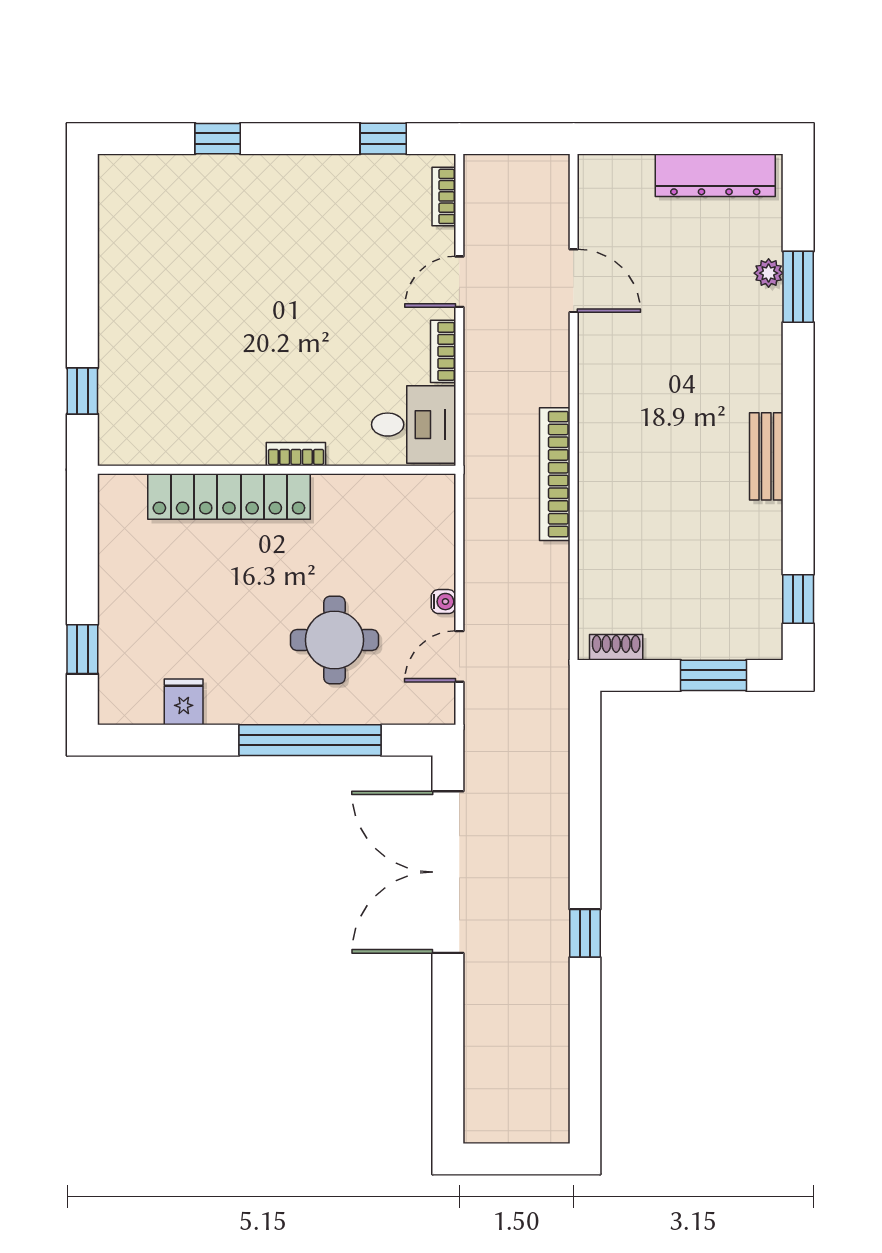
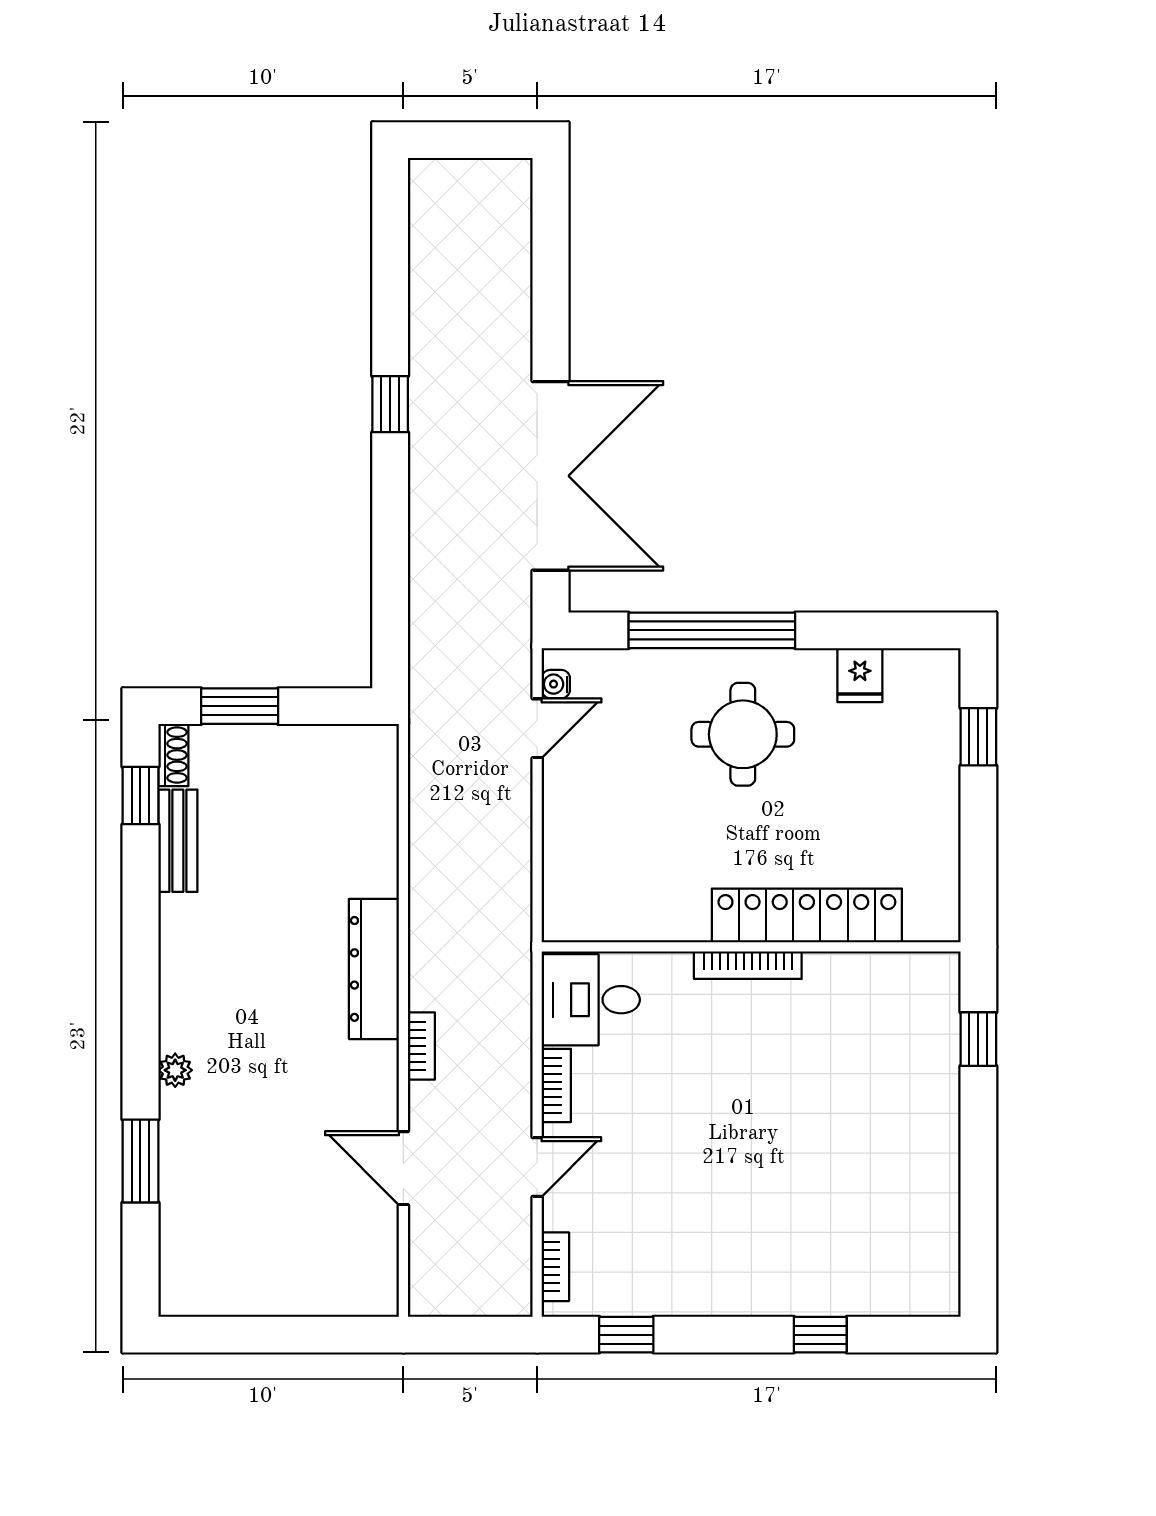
dresser: (715, 175) -> (374, 969), moved, turned -90
plant: (769, 273) -> (175, 1070), moved
bookcase: (296, 454) -> (748, 965), width x1.56
bench: (766, 456) -> (178, 841), moved
bookcase: (555, 474) -> (421, 1046), moved, width x0.43, depth x0.76
water cooler: (443, 602) -> (556, 684), moved
round table: (334, 640) -> (743, 734), moved
shoe rack: (616, 647) -> (173, 755), moved, turned -90

